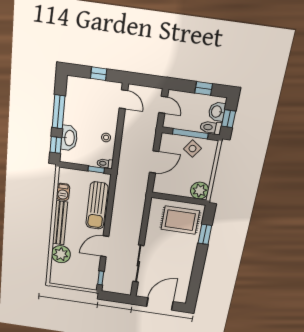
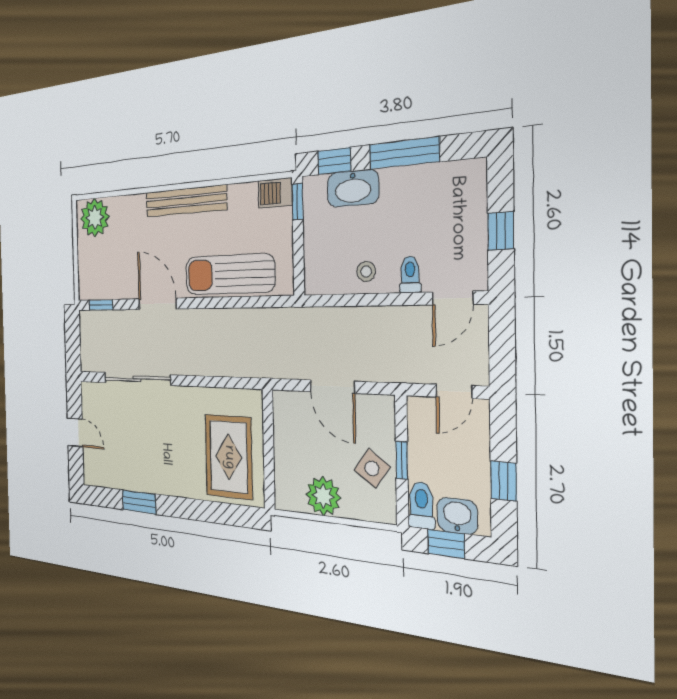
window: (190, 134) -> (402, 460), width x0.46
toilet: (105, 164) -> (410, 274), moved
window: (96, 170) -> (297, 202), moved
plant: (200, 191) -> (323, 496), moved
barbecue: (63, 192) -> (275, 193), moved
window: (205, 234) -> (139, 502), moved
plant: (61, 254) -> (95, 218), moved
door: (160, 304) -> (75, 432), width x0.53

